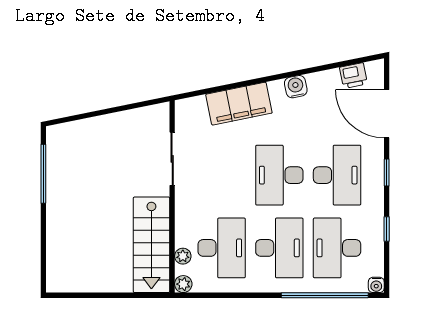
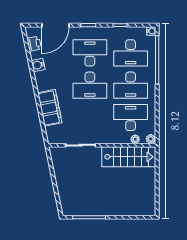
water cooler: (296, 87) -> (38, 65), moved
desk: (279, 248) -> (131, 85), turned 180

